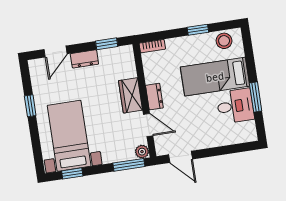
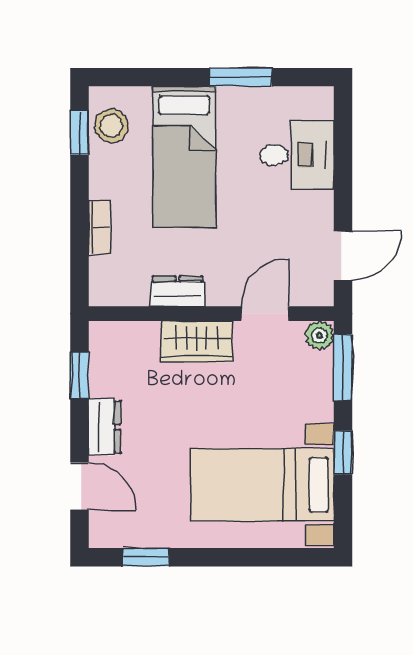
window: (198, 30) -> (80, 133), moved
bookcase: (152, 46) -> (99, 228), moved
dresser: (154, 97) -> (177, 291), moved
window: (30, 106) -> (146, 557), moved
desk: (235, 106) -> (297, 155), moved, turned 90
window: (72, 173) -> (343, 453), moved

